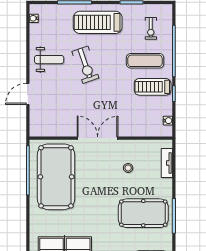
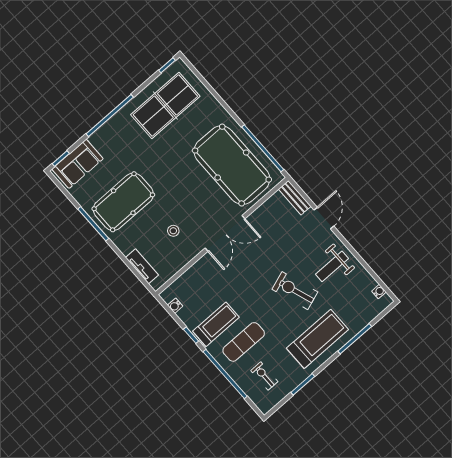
bench: (35, 122) -> (295, 198), added

